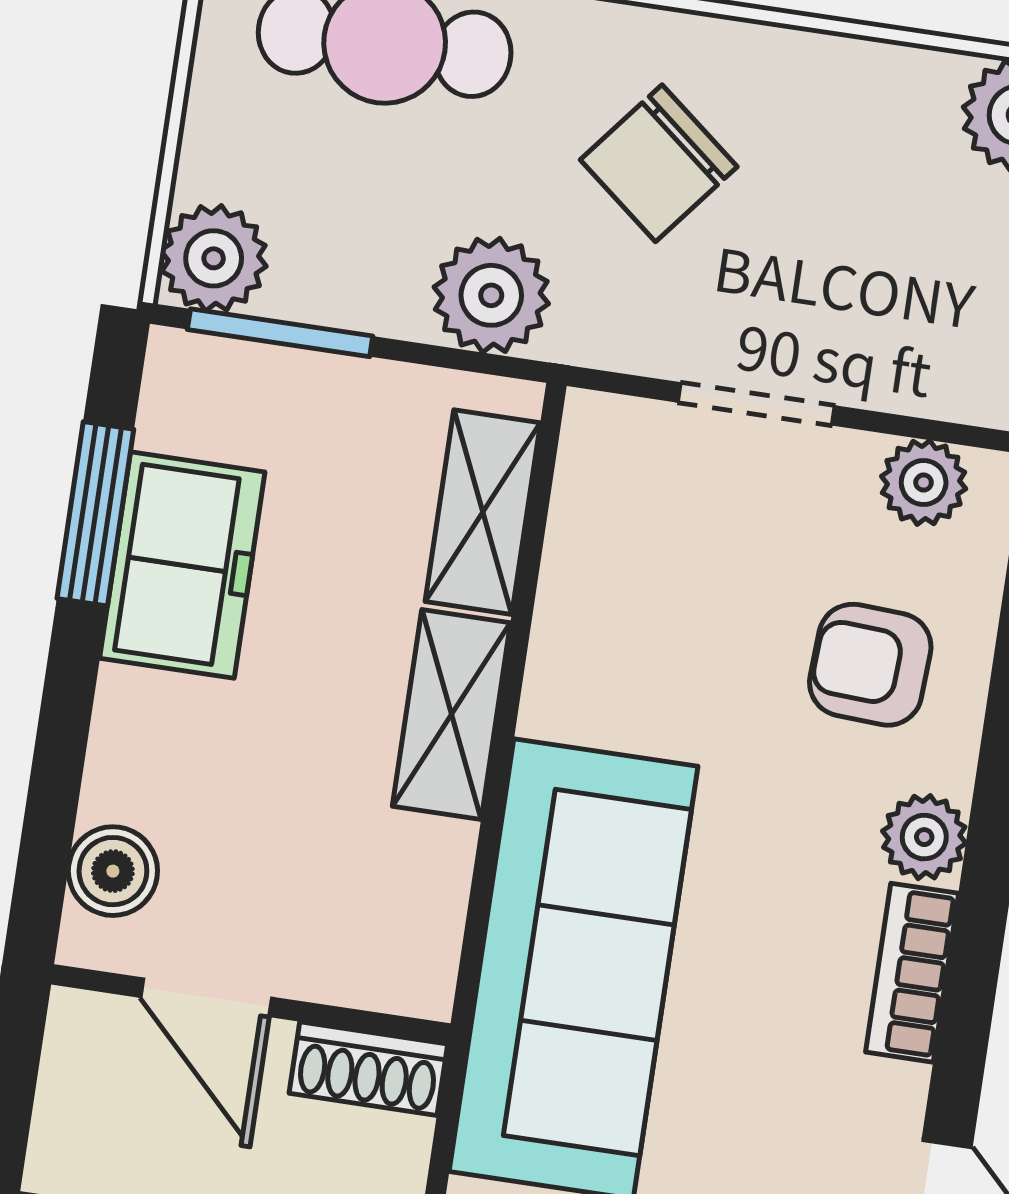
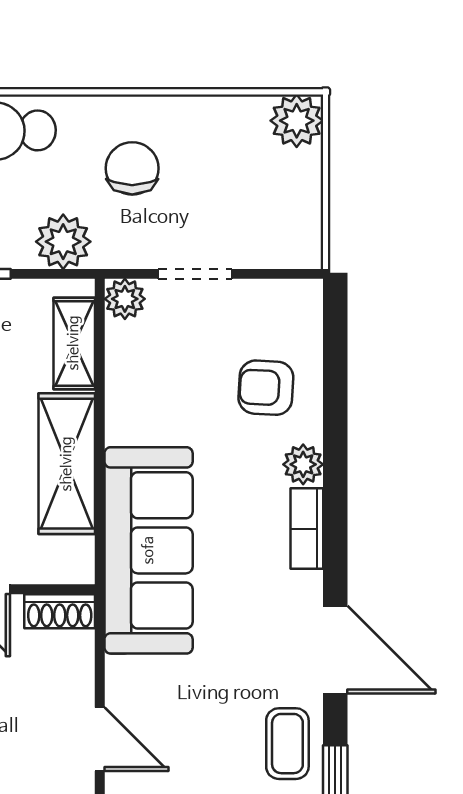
chair: (659, 163) -> (132, 168), turned 141
plant: (924, 482) -> (125, 299), moved
shelving: (451, 715) -> (67, 464), width x1.50, depth x1.33

